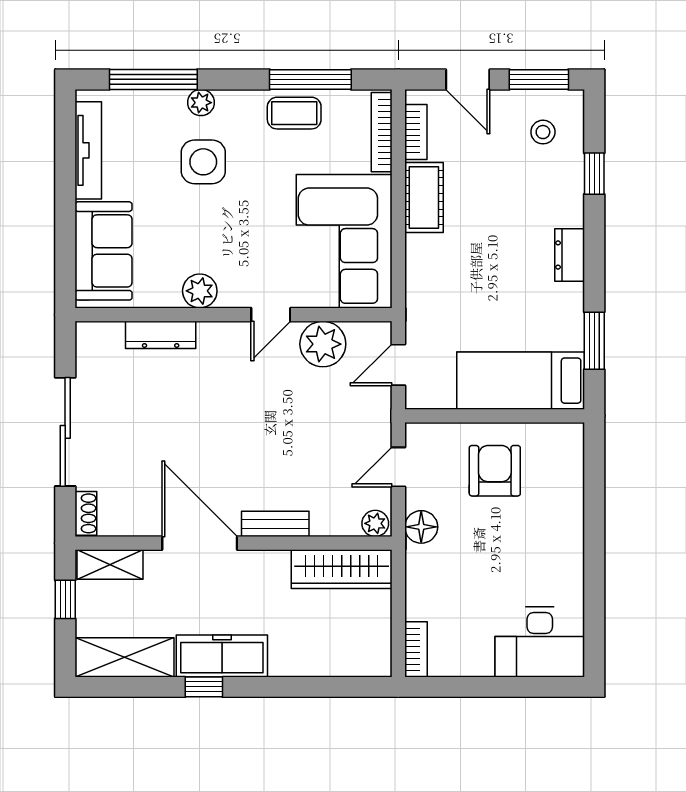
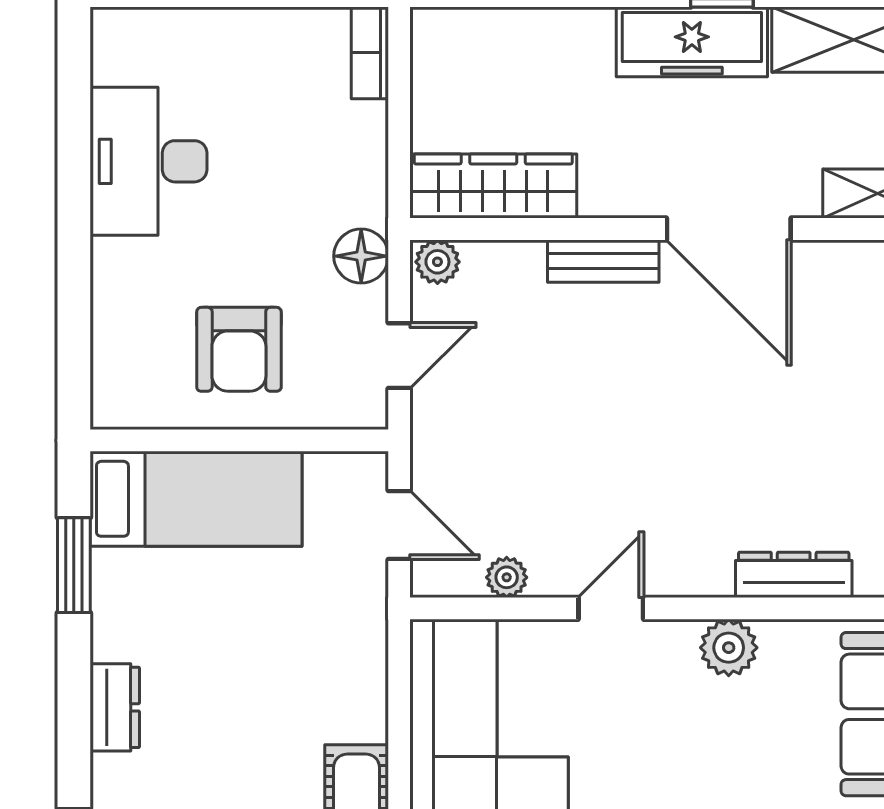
plant: (323, 344) -> (507, 577), width x0.53, depth x0.53
door: (398, 365) -> (399, 525), hinge flipped
desk: (540, 642) -> (148, 161), moved, turned -90

